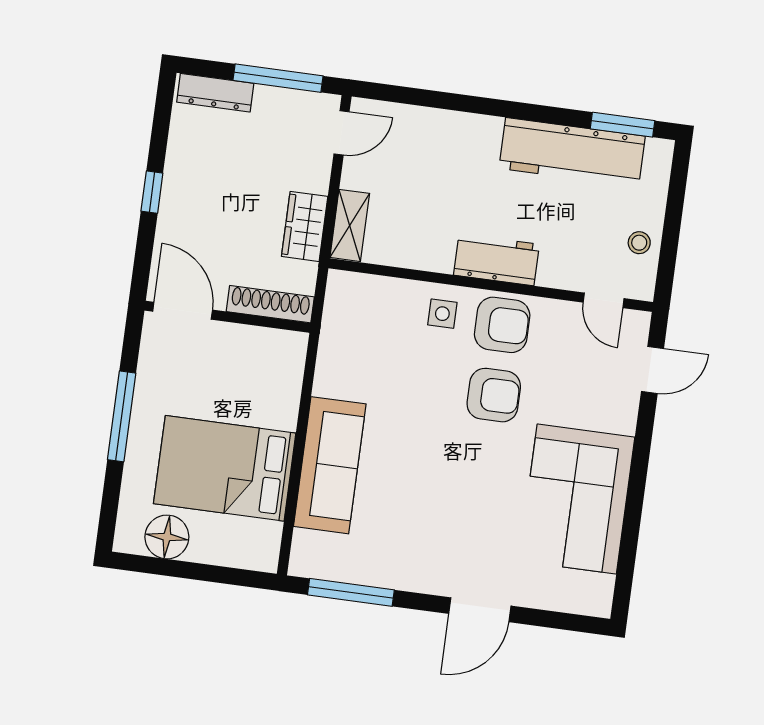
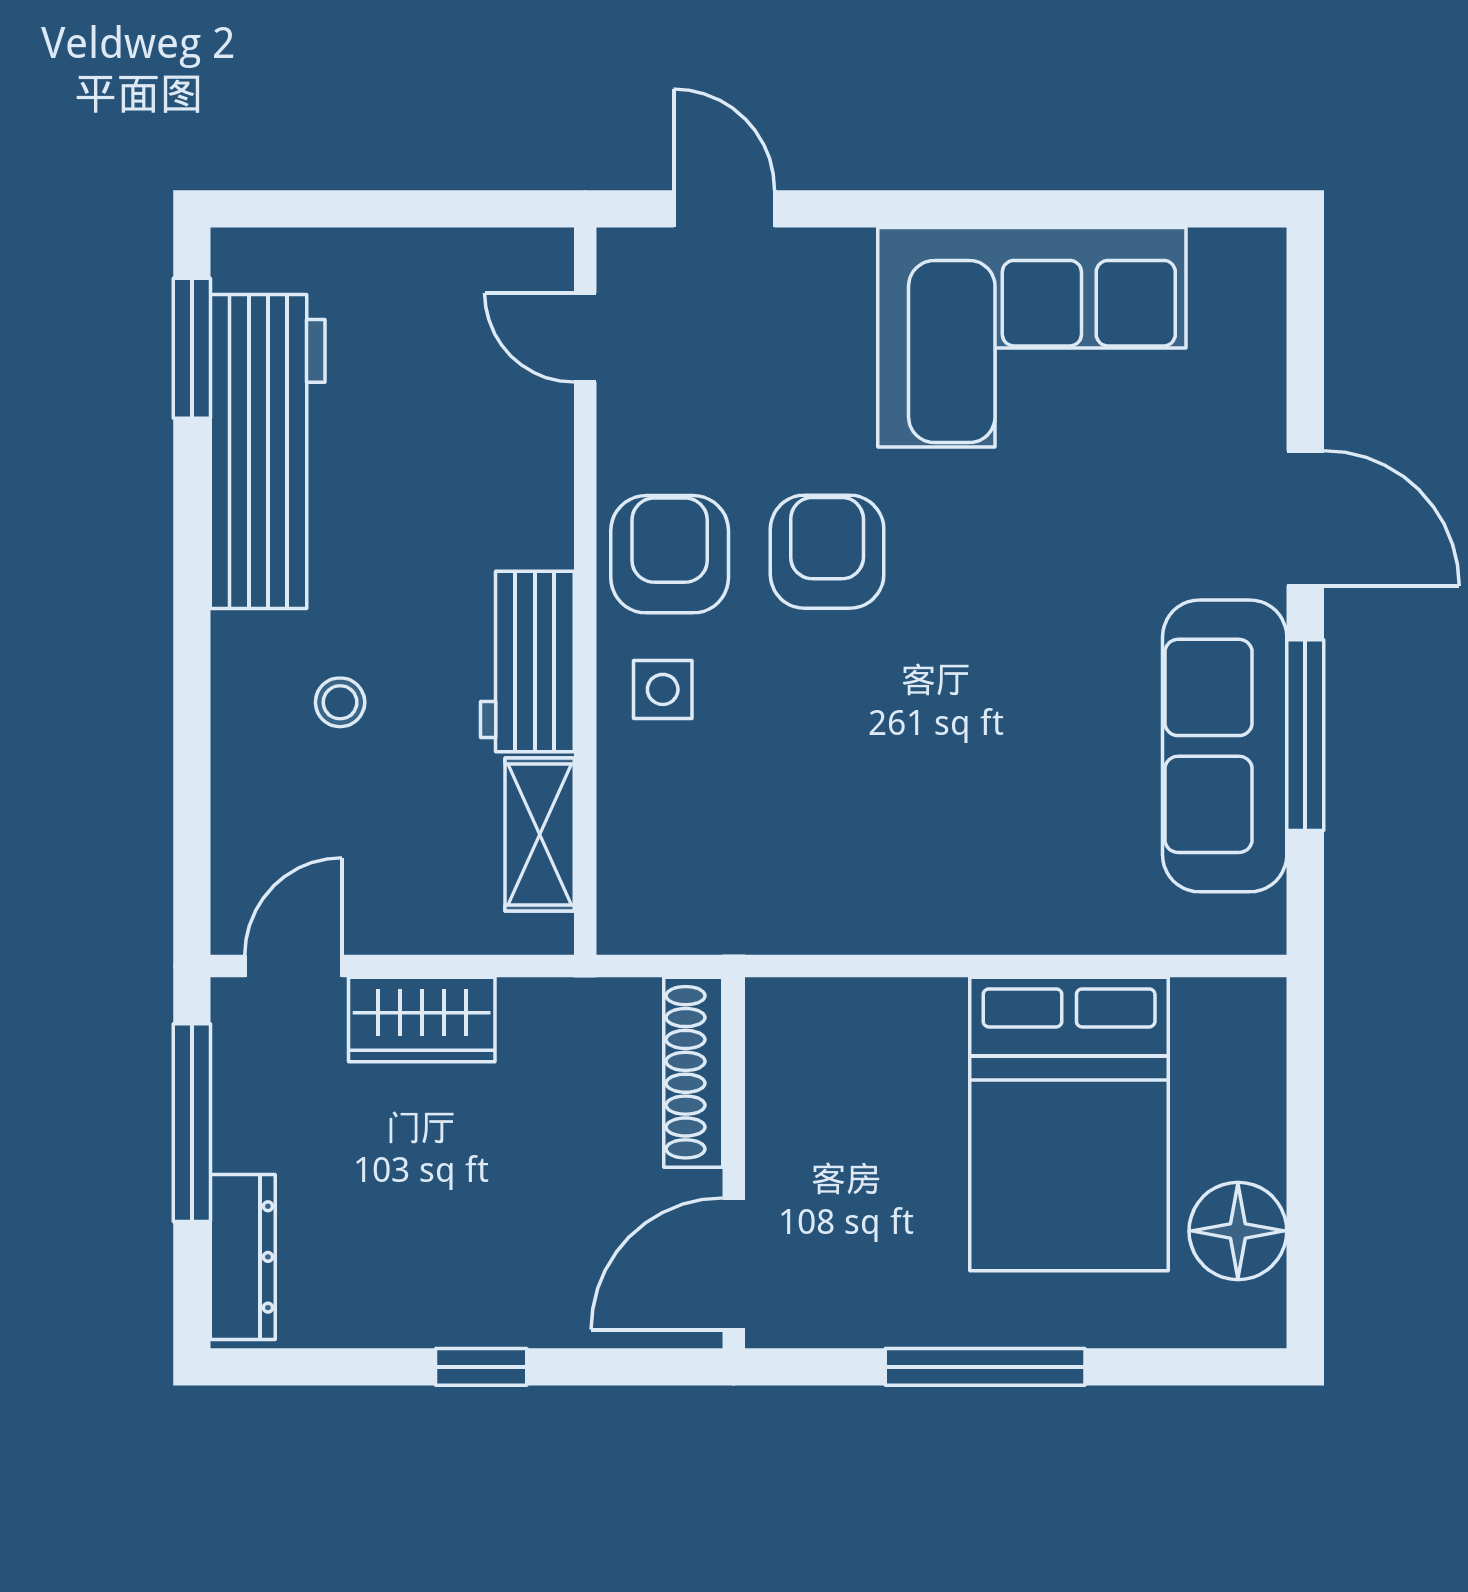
door: (342, 133) -> (294, 966), hinge flipped
shelving: (350, 225) -> (540, 835), moved, turned 90
wardrobe: (305, 226) -> (422, 1020), moved
stool: (639, 243) -> (340, 702), moved
workbench: (496, 260) -> (527, 662), moved
door: (604, 300) -> (585, 338), swing flipped
sofa: (330, 465) -> (1225, 746), moved, turned -90
window: (351, 592) -> (1305, 735), moved

